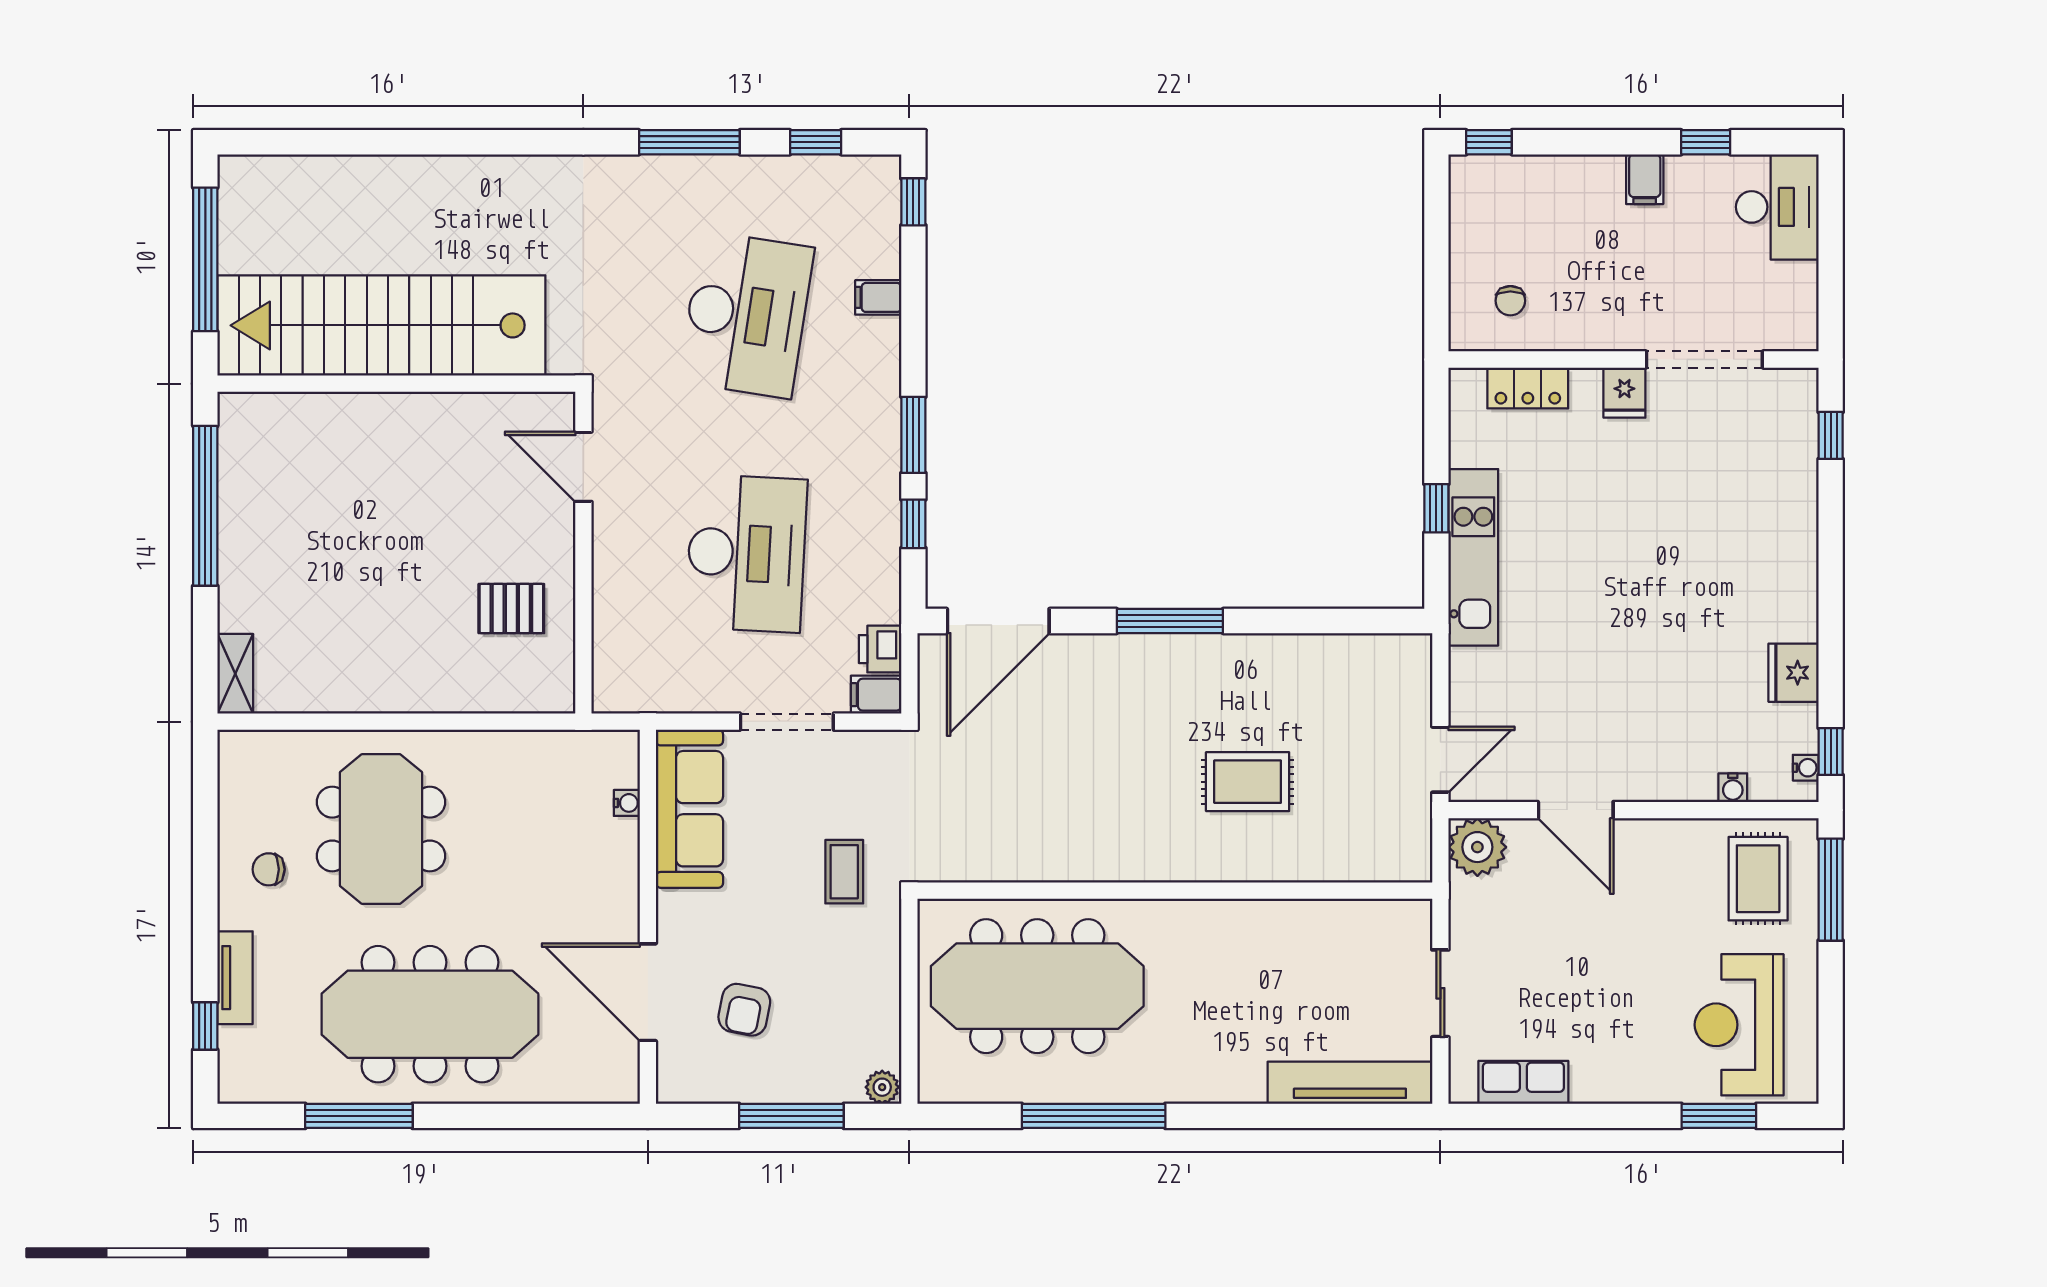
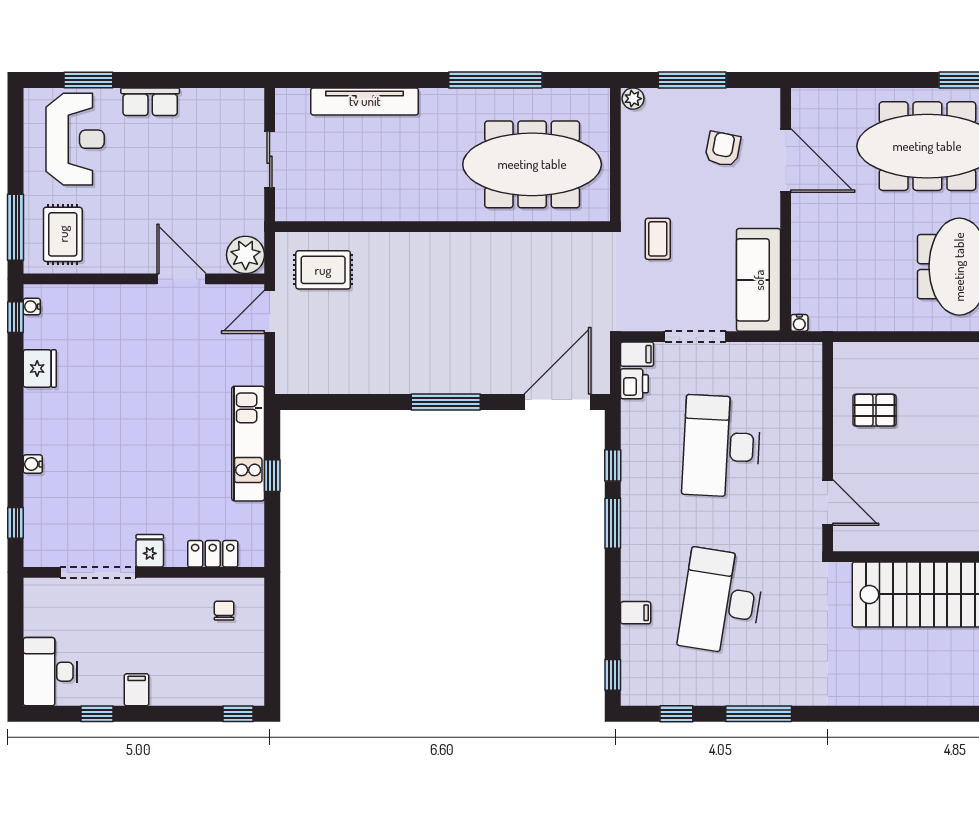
rug: (1248, 782) -> (323, 270), moved
water cooler: (1733, 788) -> (33, 464), moved, turned -90
water cooler: (627, 803) -> (799, 323), moved, turned -90
row of seats: (1523, 1082) -> (150, 102), moved
tv unit: (1350, 1083) -> (365, 101), moved

